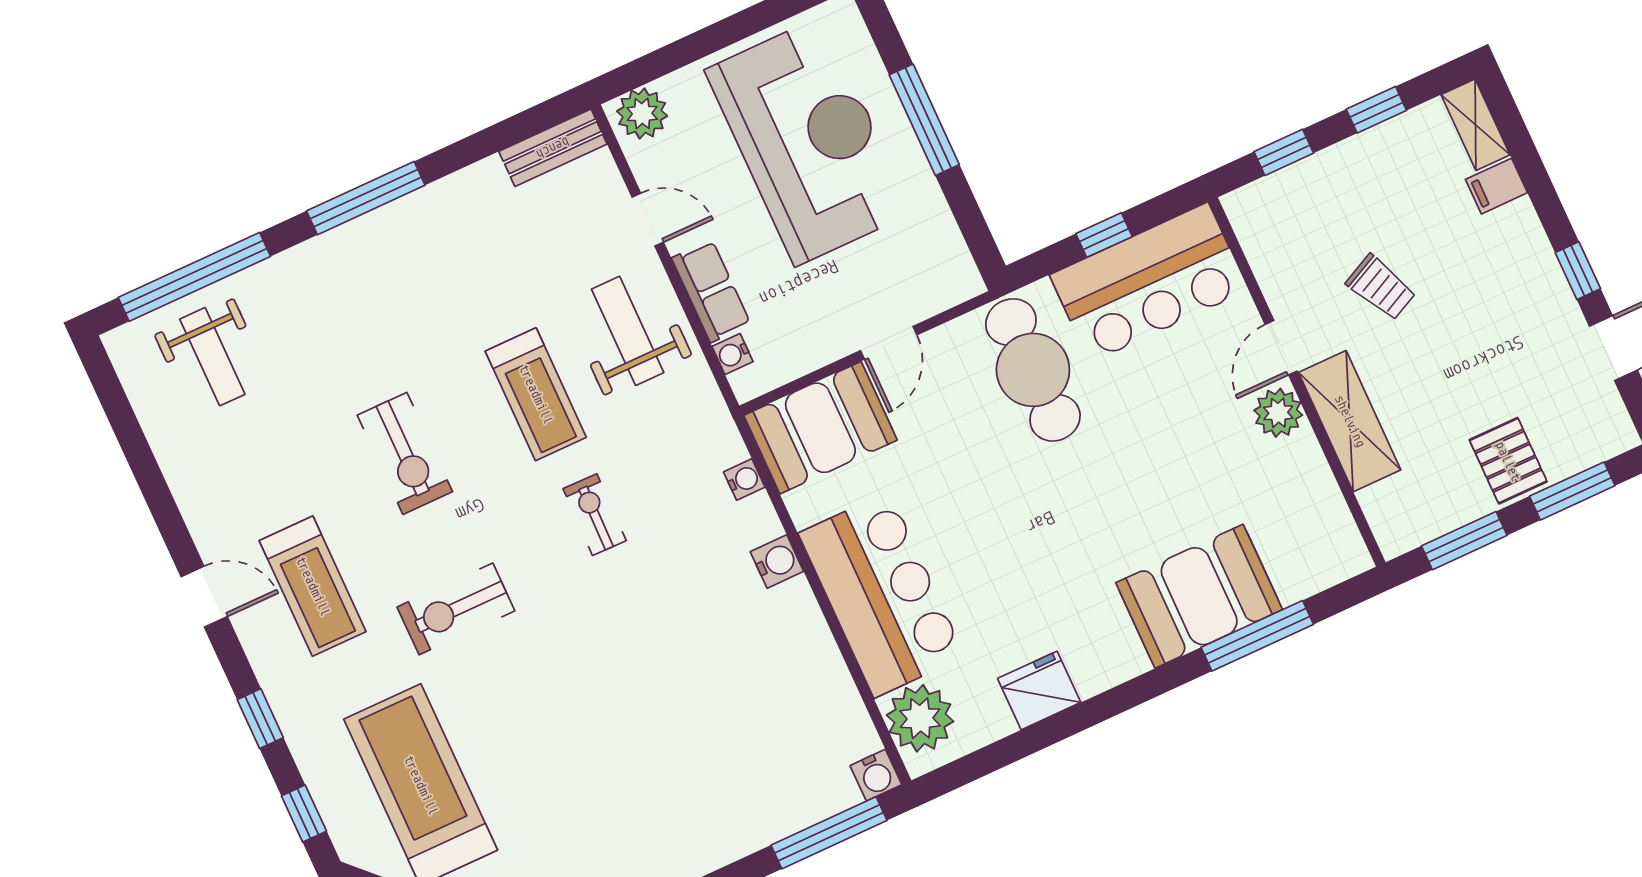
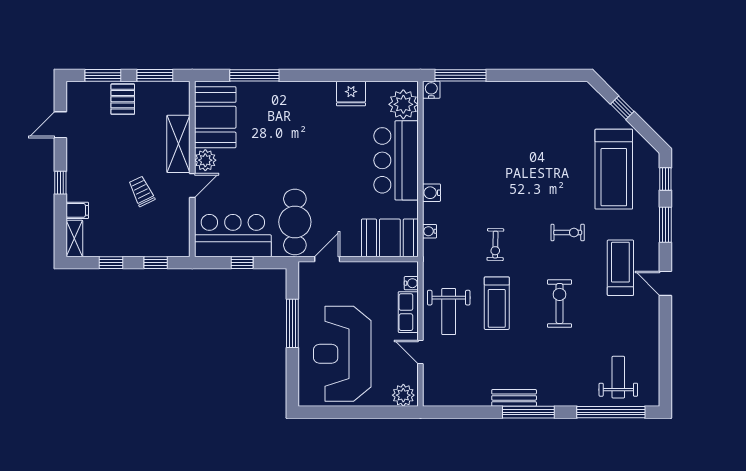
window: (924, 120) -> (292, 323), moved
bench: (553, 148) -> (514, 398), moved
window: (1578, 271) -> (60, 183), moved
door: (889, 343) -> (327, 259), moved
treadmill: (536, 394) -> (497, 303), turned 180
booth: (1199, 596) -> (215, 117), moved, turned 90
exercise bike: (456, 609) -> (568, 232), width x0.73, depth x0.72
window: (260, 719) -> (665, 225), width x1.50

